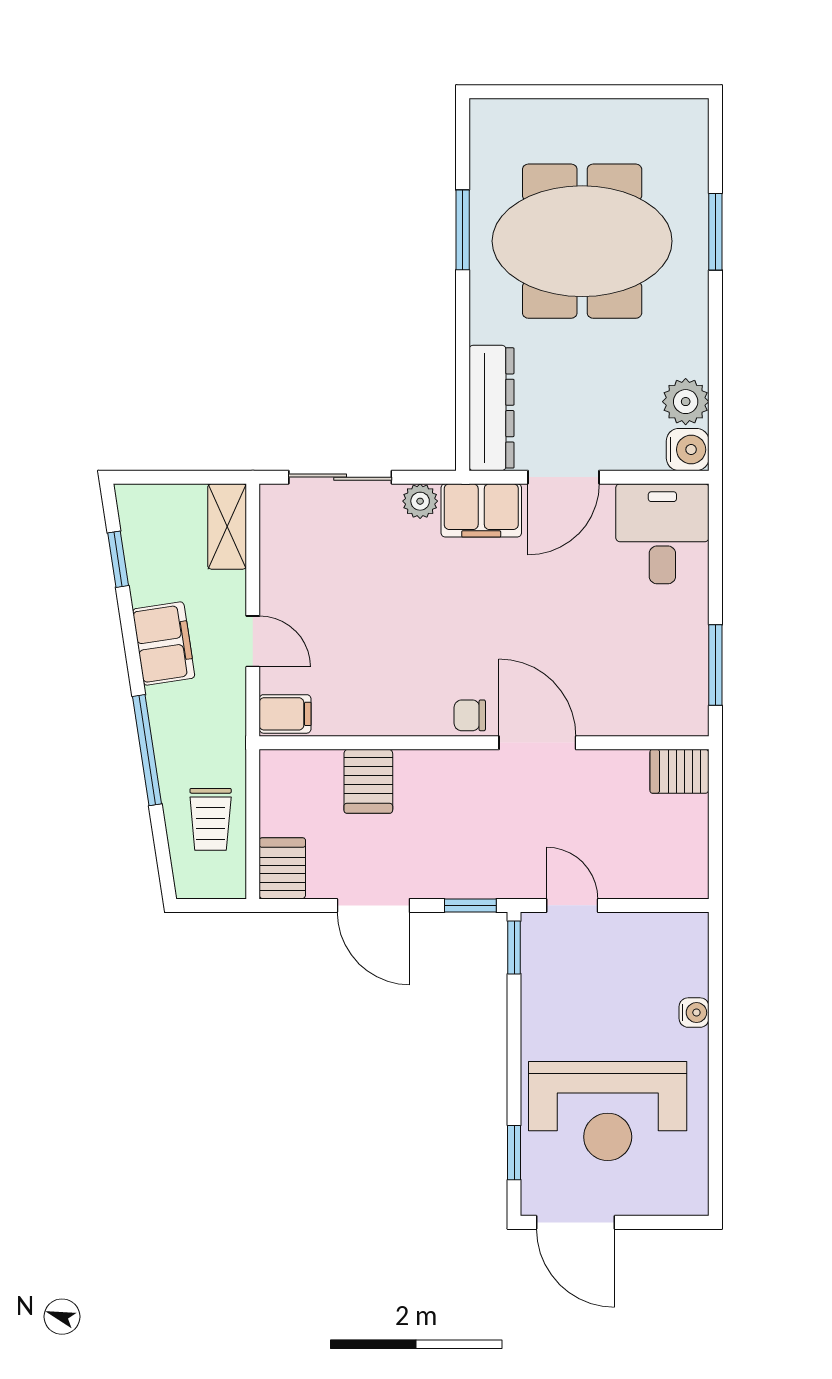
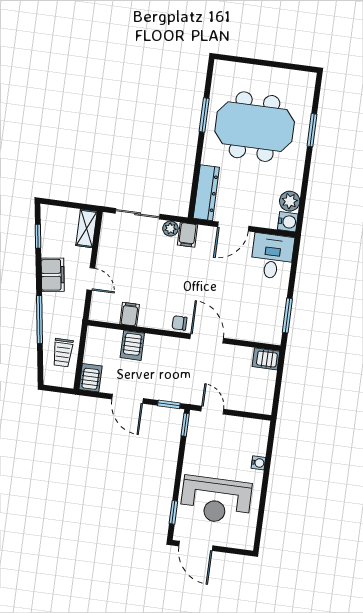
filing cabinet: (481, 510) -> (187, 235), width x0.50
filing cabinet: (285, 714) -> (130, 314), moved, turned -90

